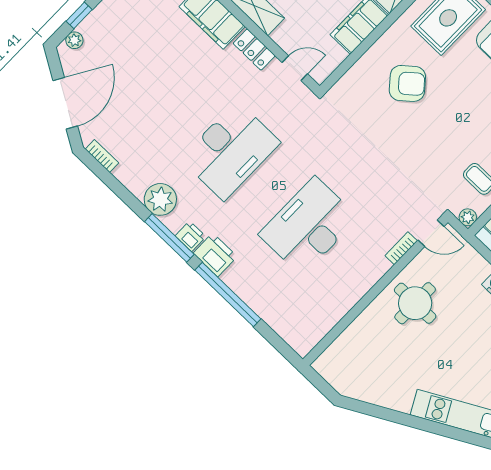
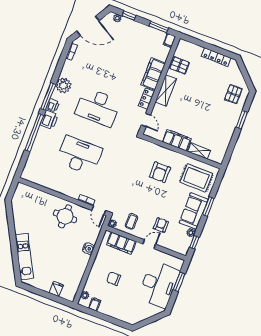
armchair: (407, 83) -> (160, 172), turned 40

